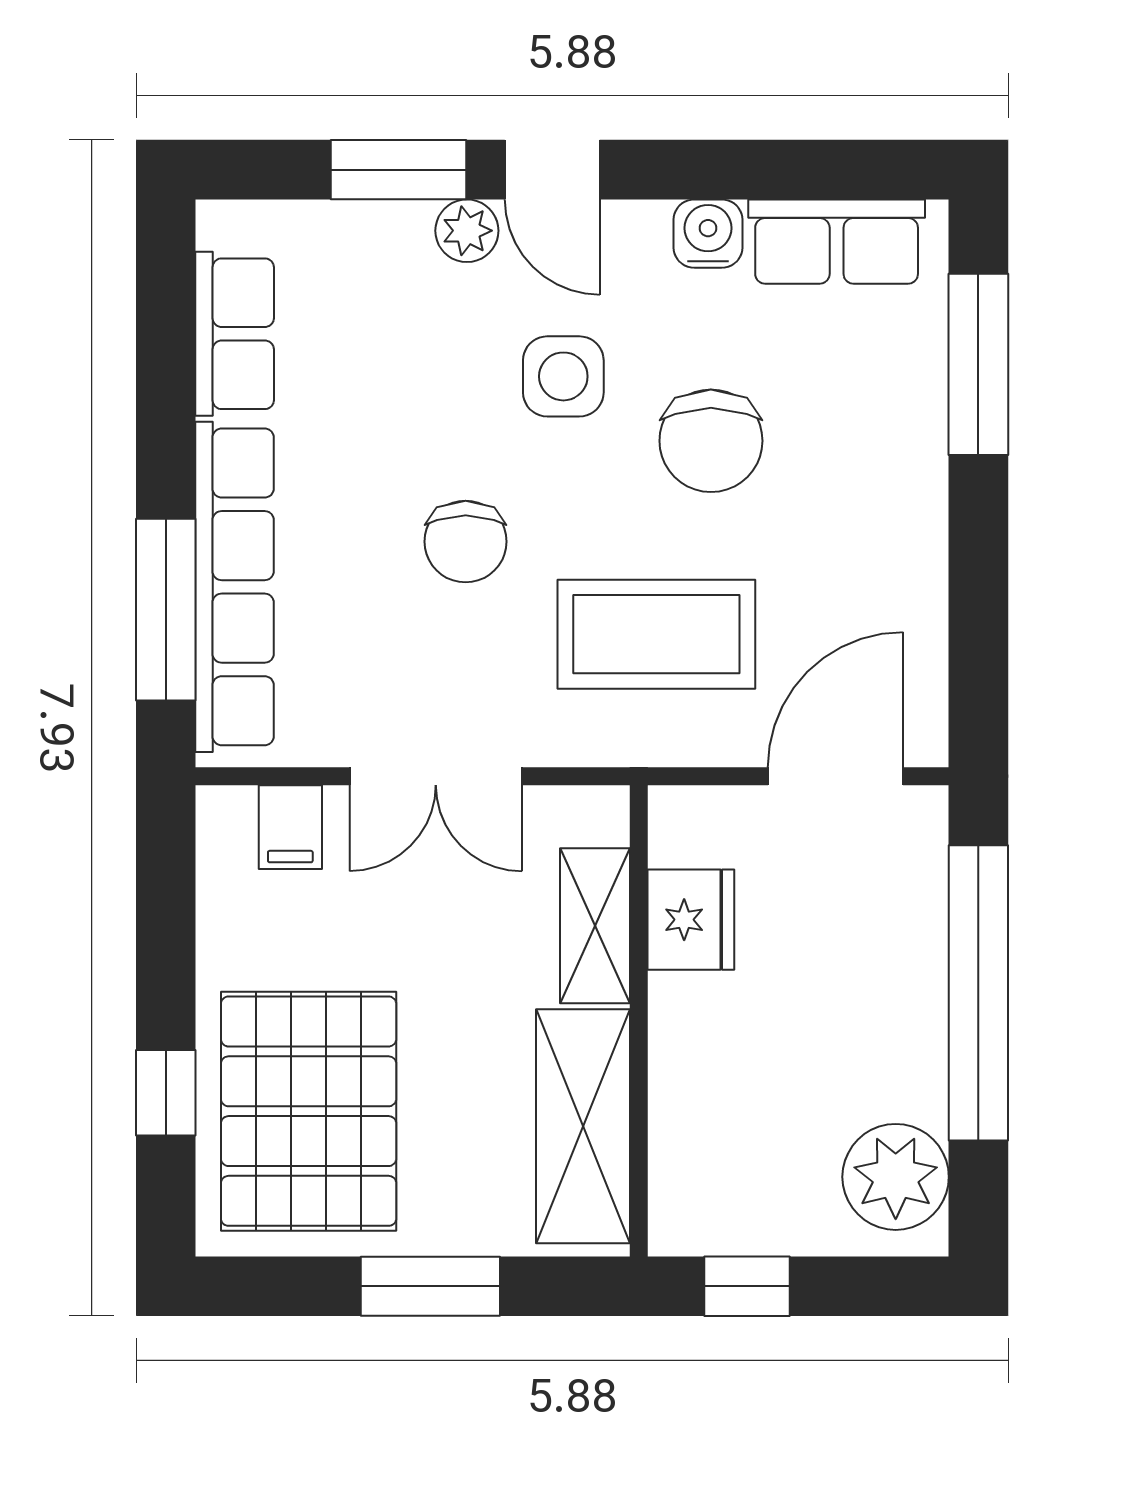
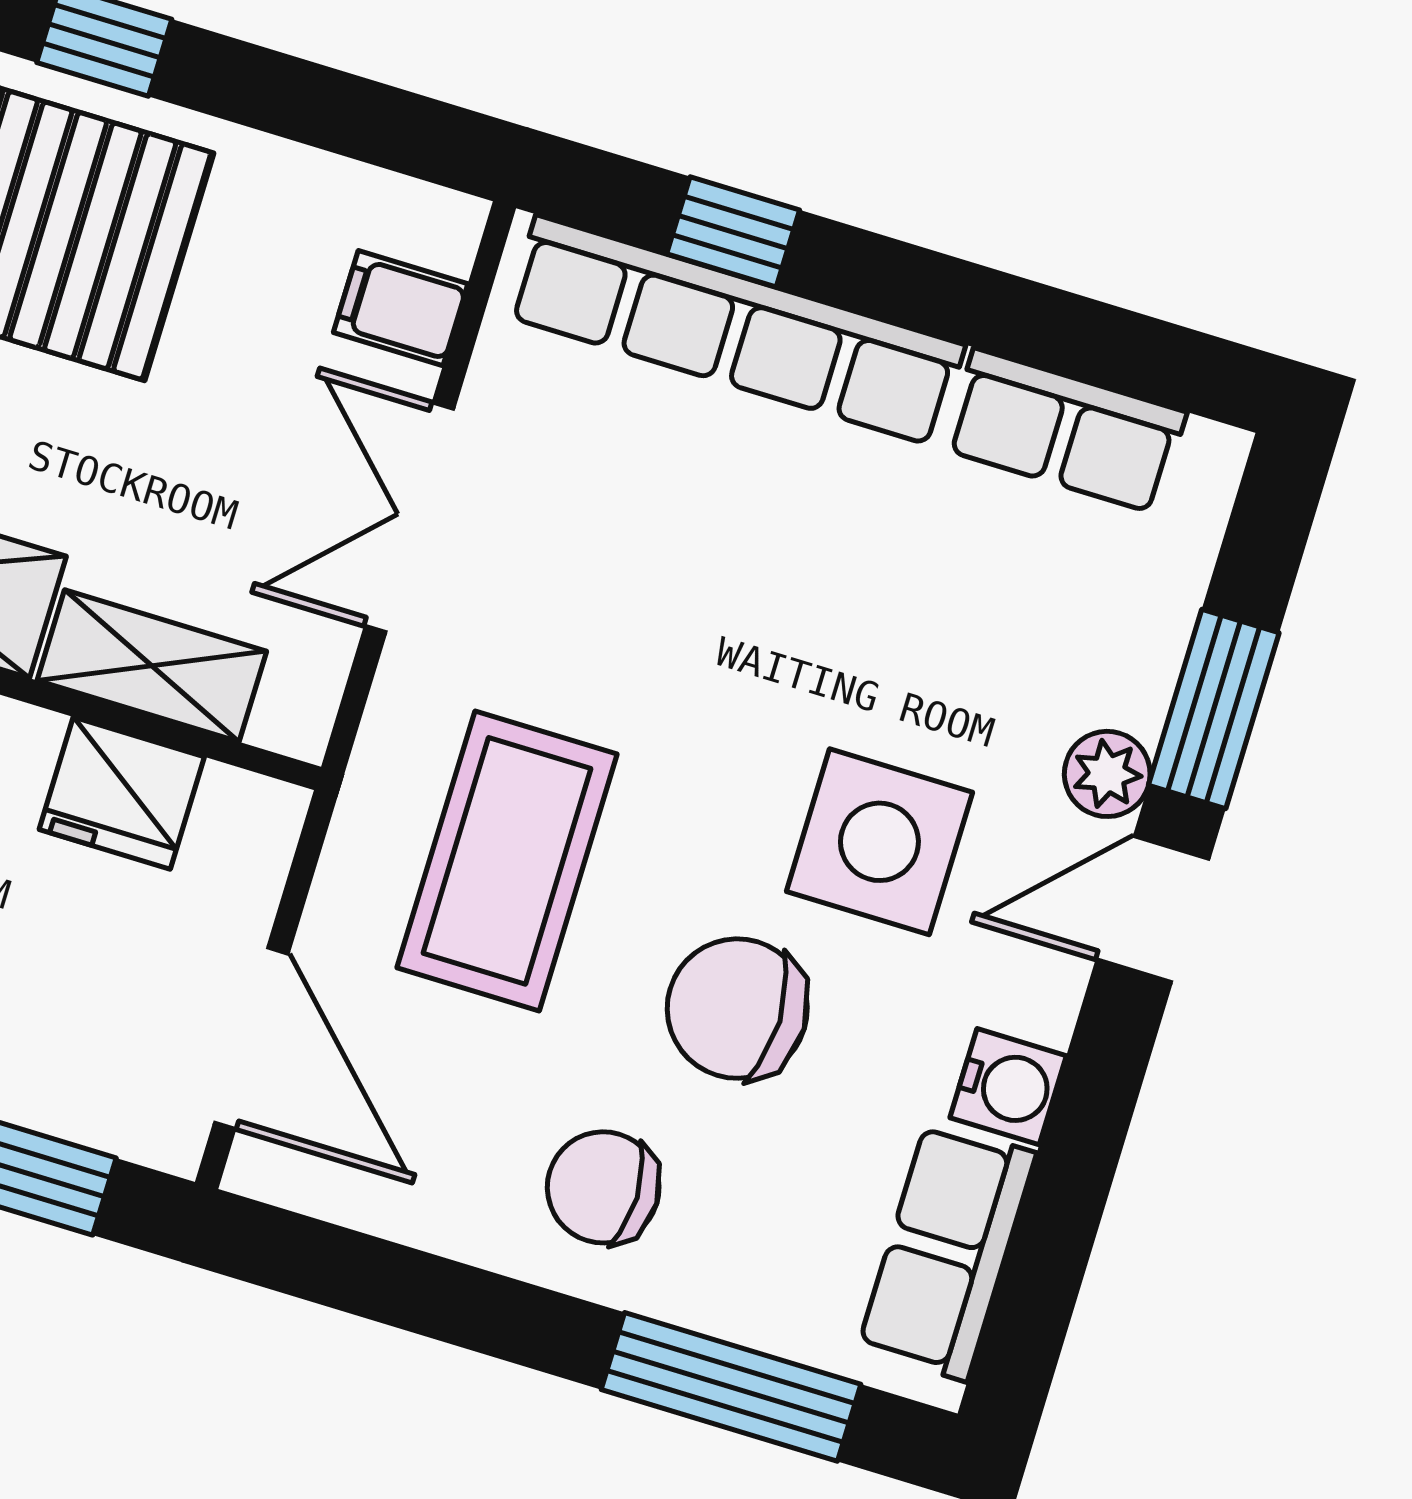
side table: (563, 376) -> (879, 842), width x1.37, depth x1.37
chair: (466, 542) -> (603, 1187), moved
window: (166, 610) -> (733, 232), width x0.46

